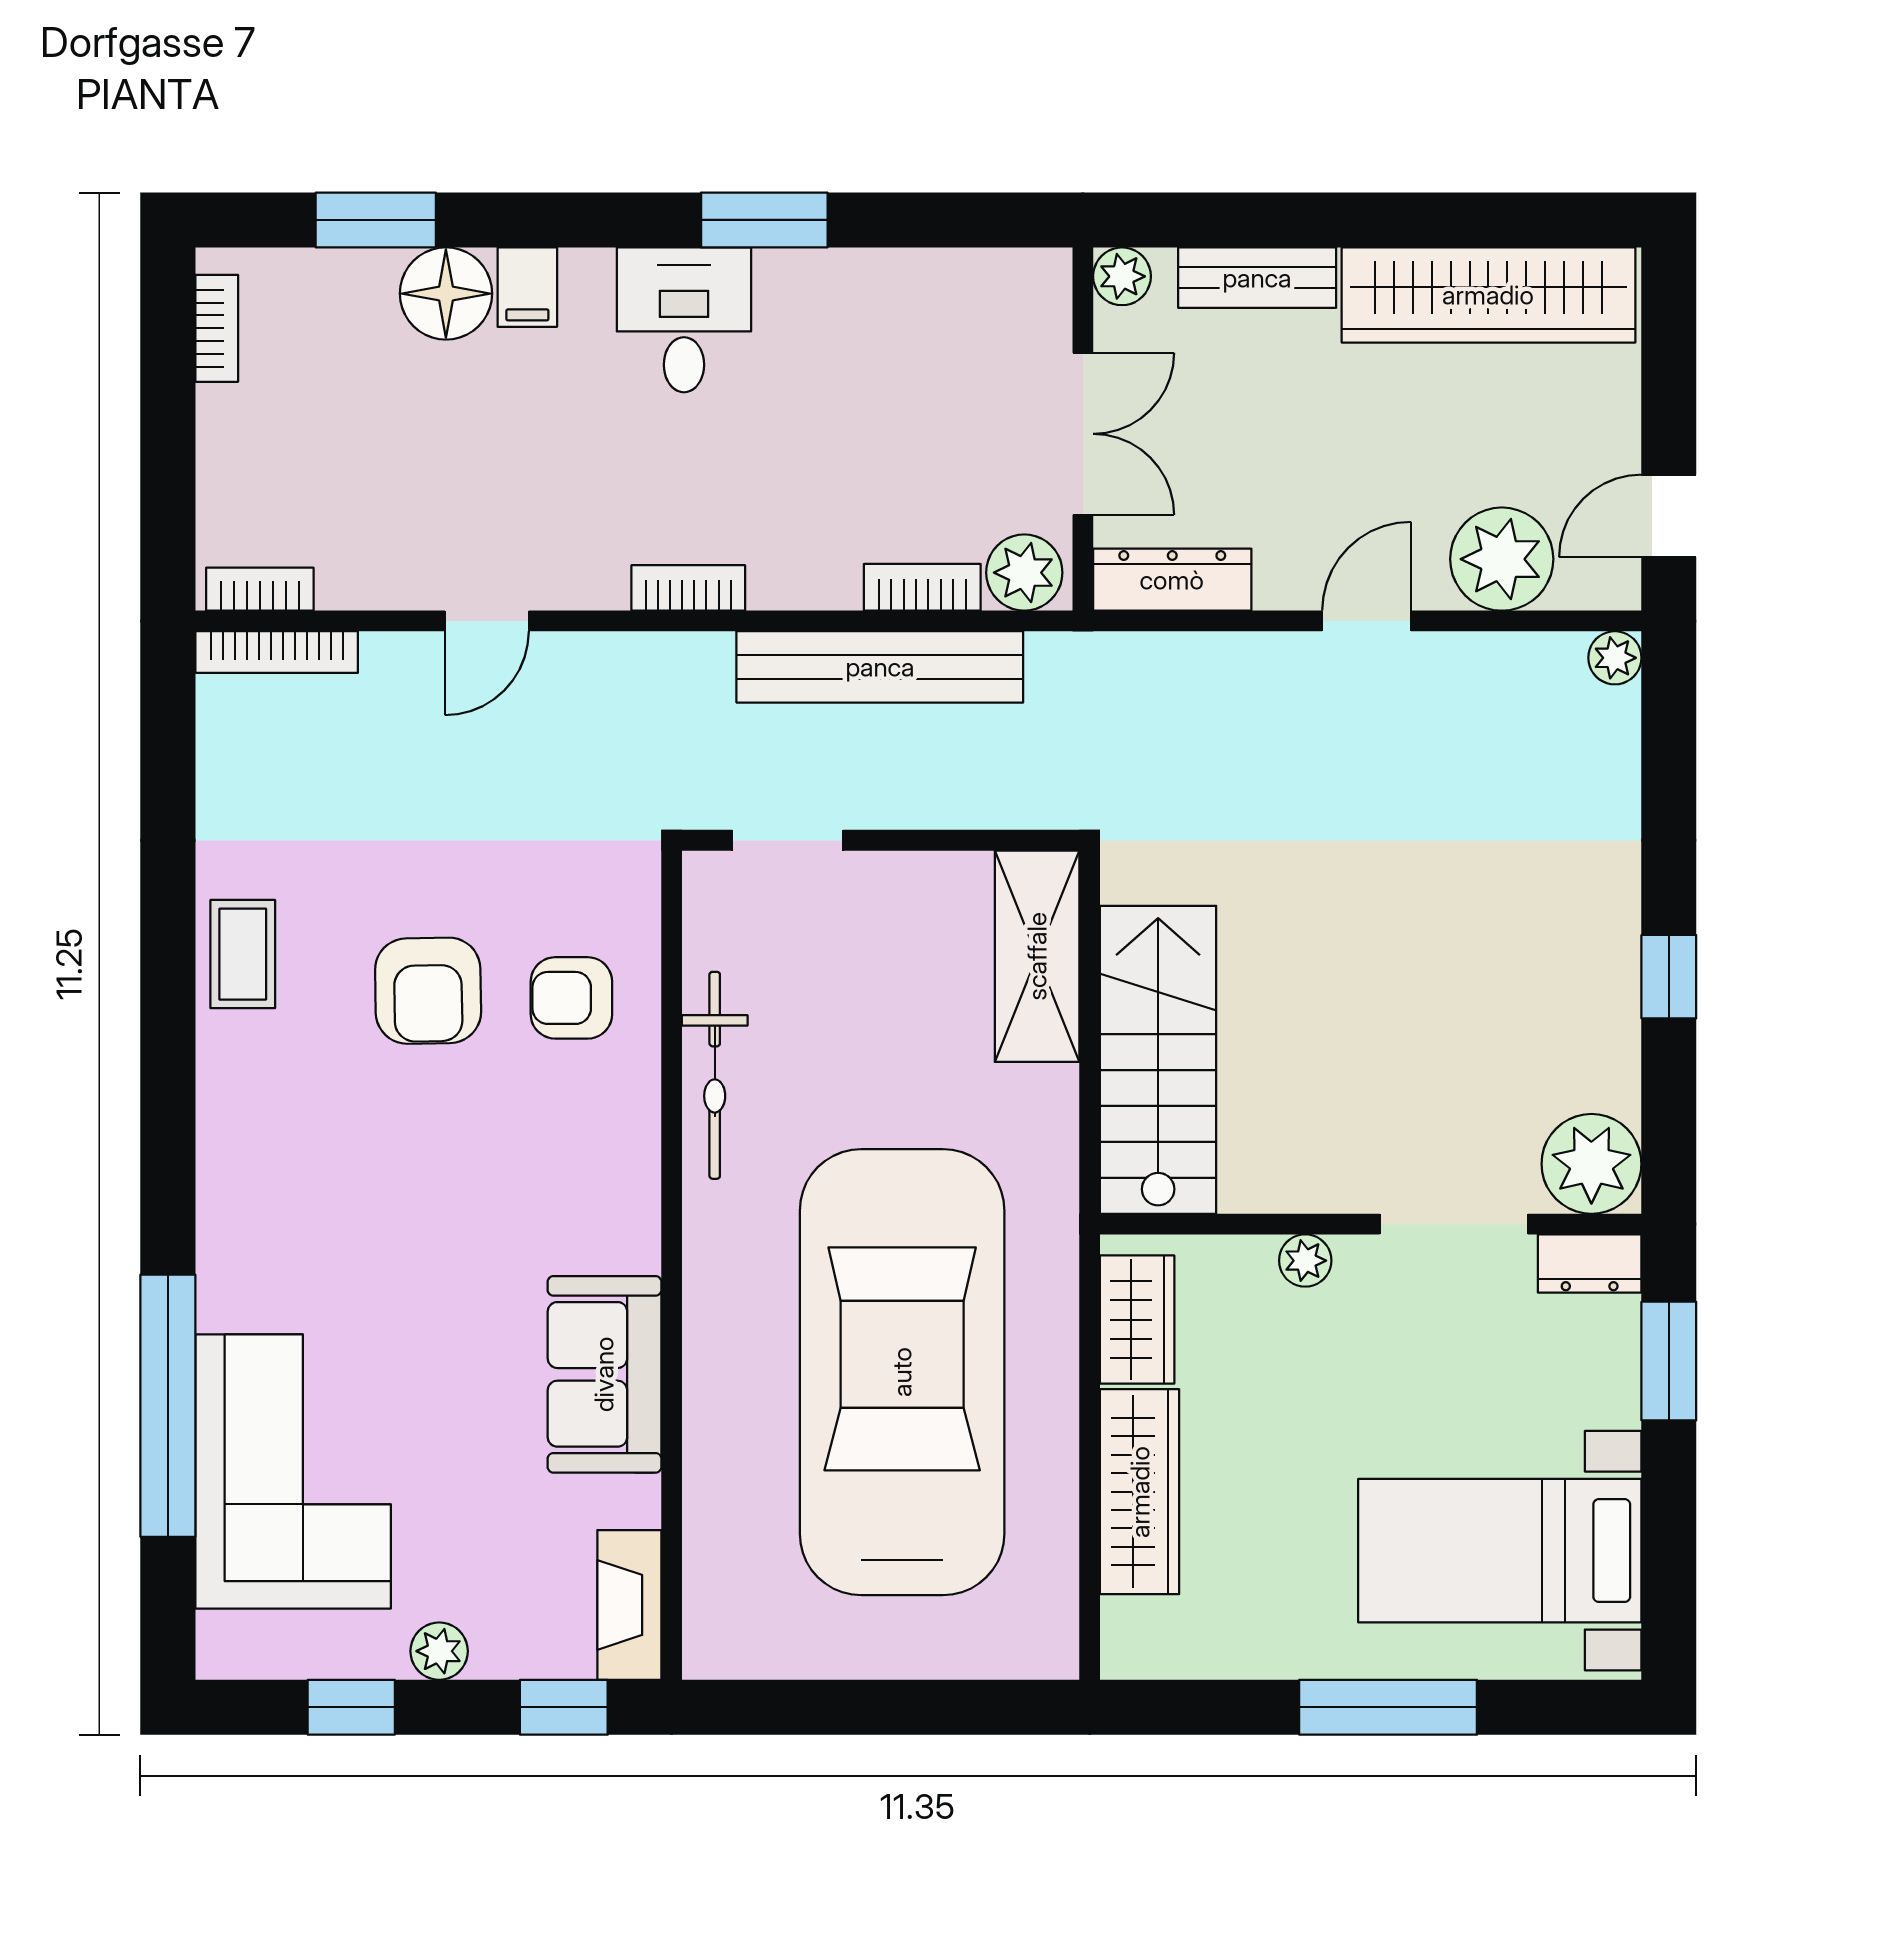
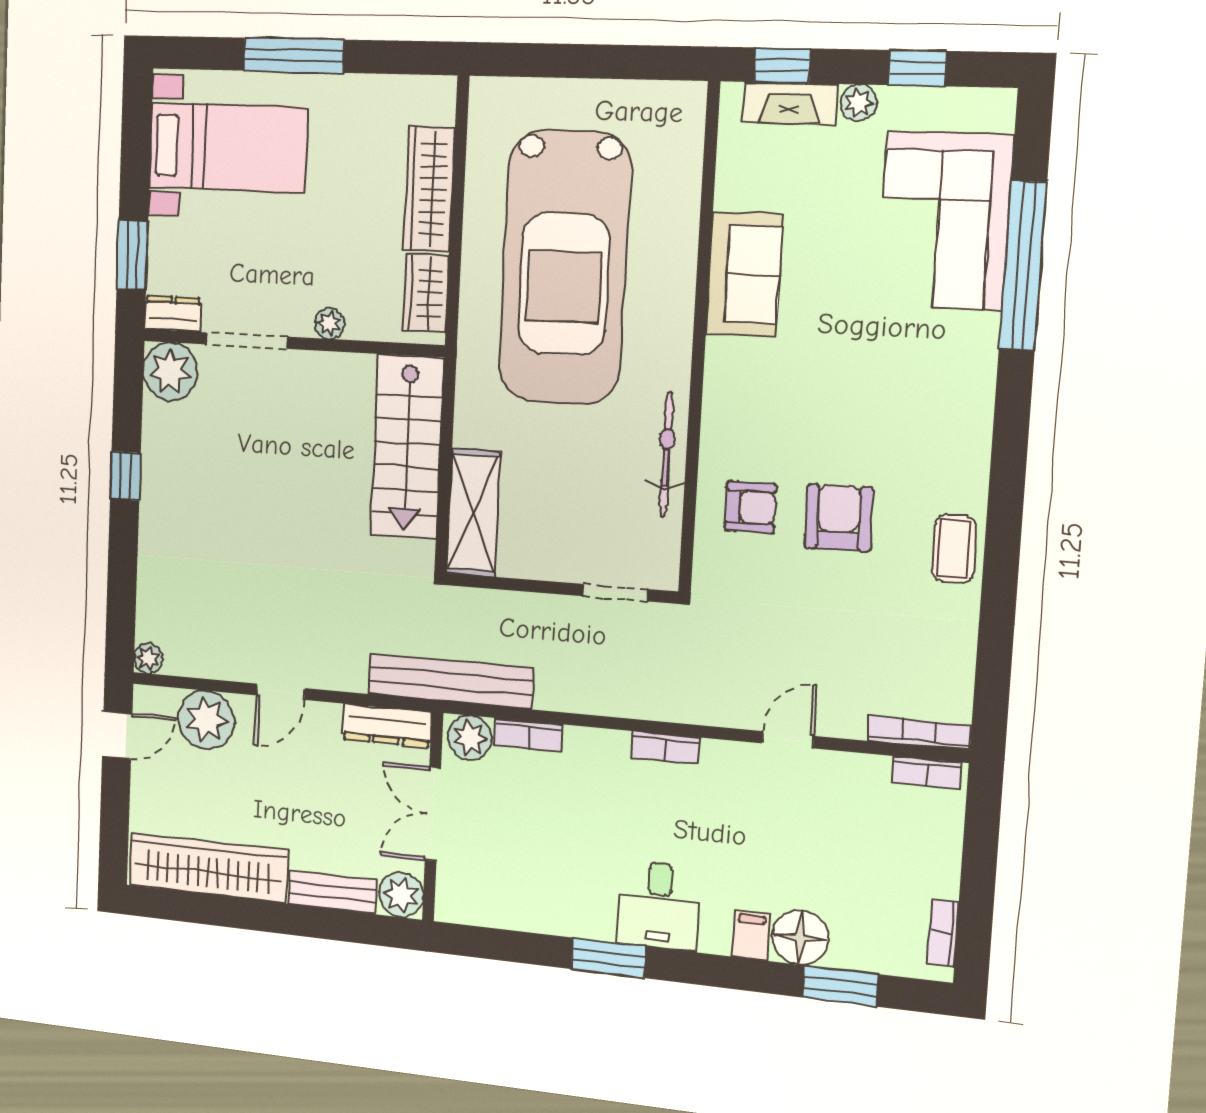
plant: (1122, 276) -> (401, 895), width x1.38, depth x1.38
bench: (880, 667) -> (450, 681), moved
fireplace: (629, 1605) -> (790, 103), moved, turned 90

